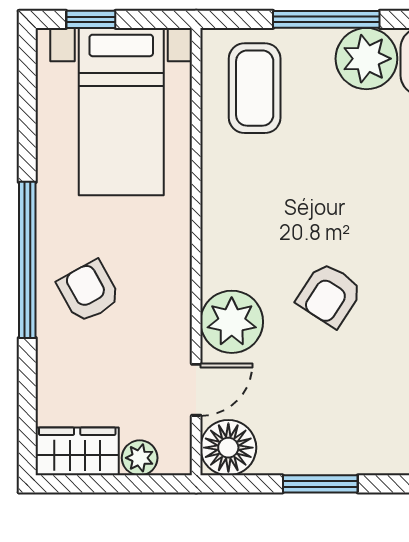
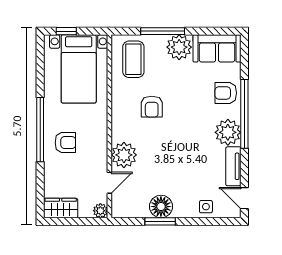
armchair: (89, 291) -> (65, 143), turned 119
armchair: (329, 295) -> (152, 107), moved, turned -33
floor lamp: (228, 448) -> (161, 207), moved
plant: (140, 458) -> (100, 211), moved

